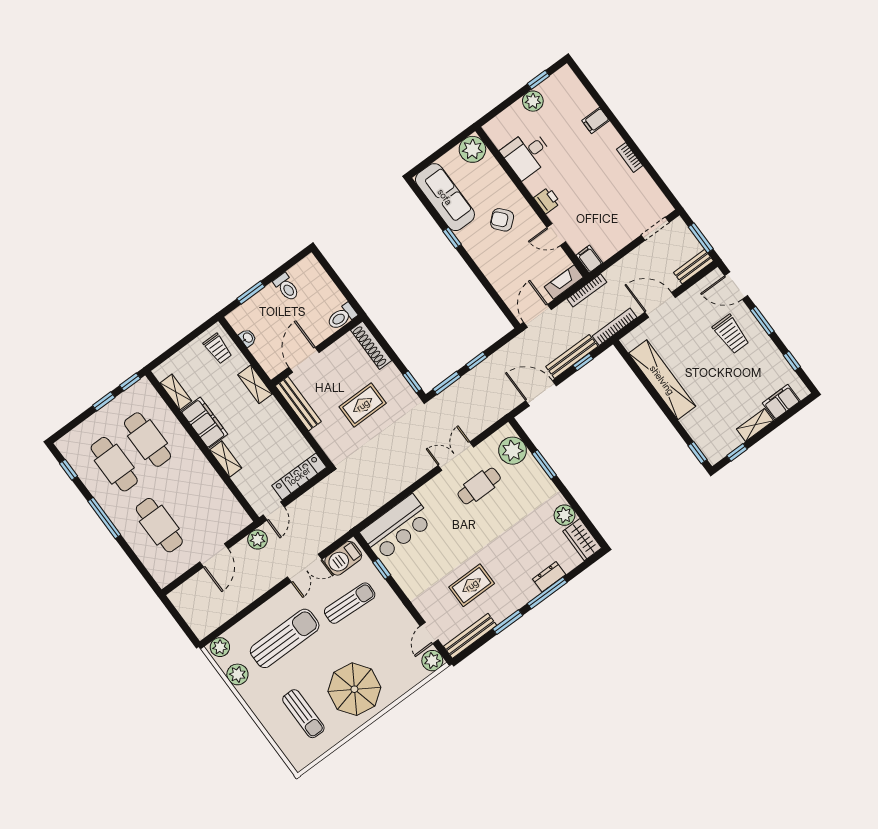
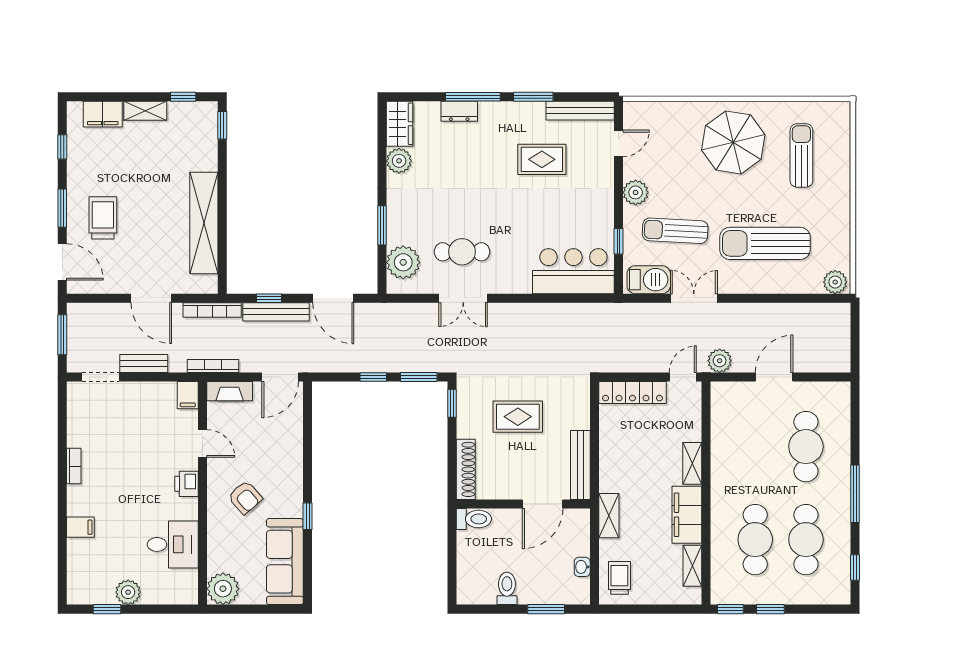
bench: (693, 267) -> (144, 364), moved
plant: (432, 661) -> (636, 192), moved
plant: (237, 674) -> (838, 242), removed

